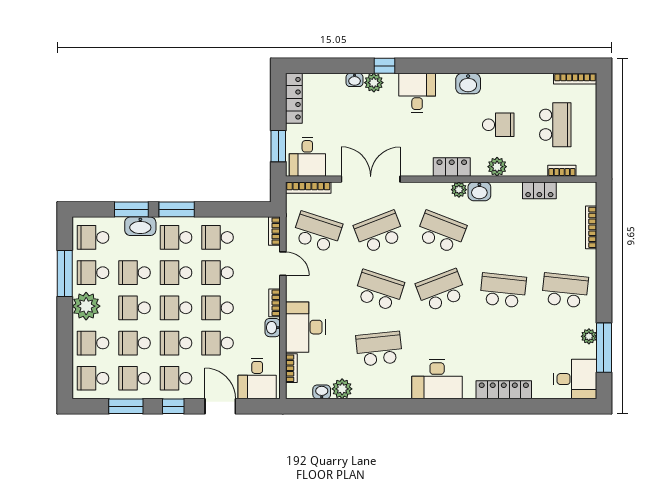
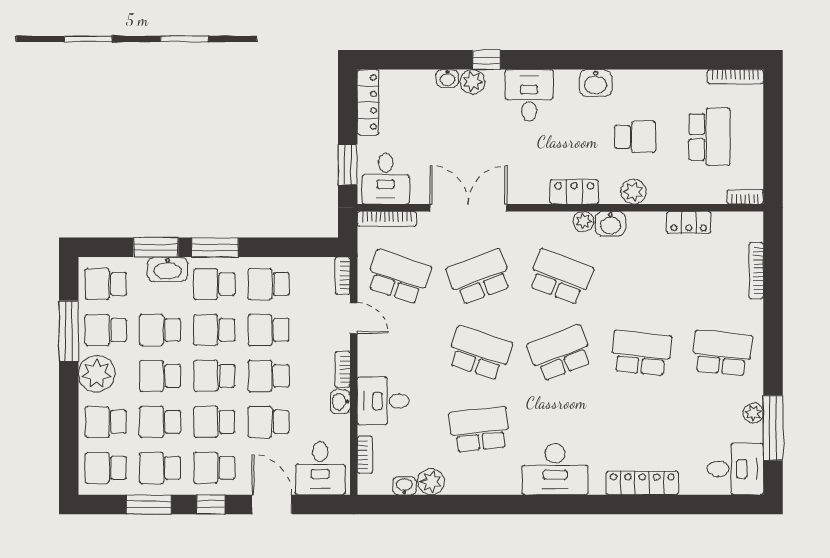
bookcase: (562, 171) -> (745, 197), moved
desk: (305, 327) -> (383, 401), width x0.73

